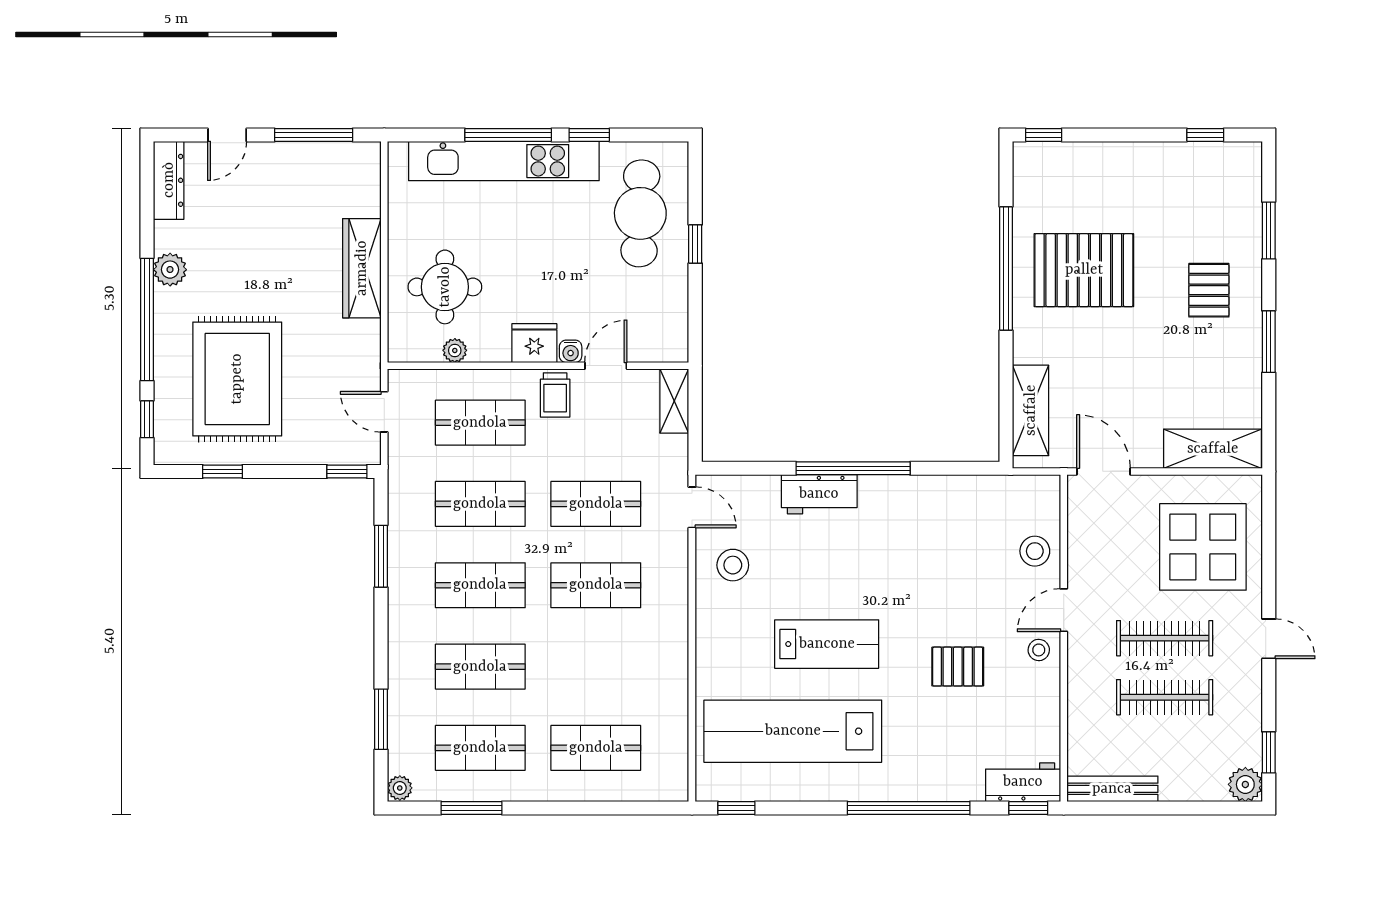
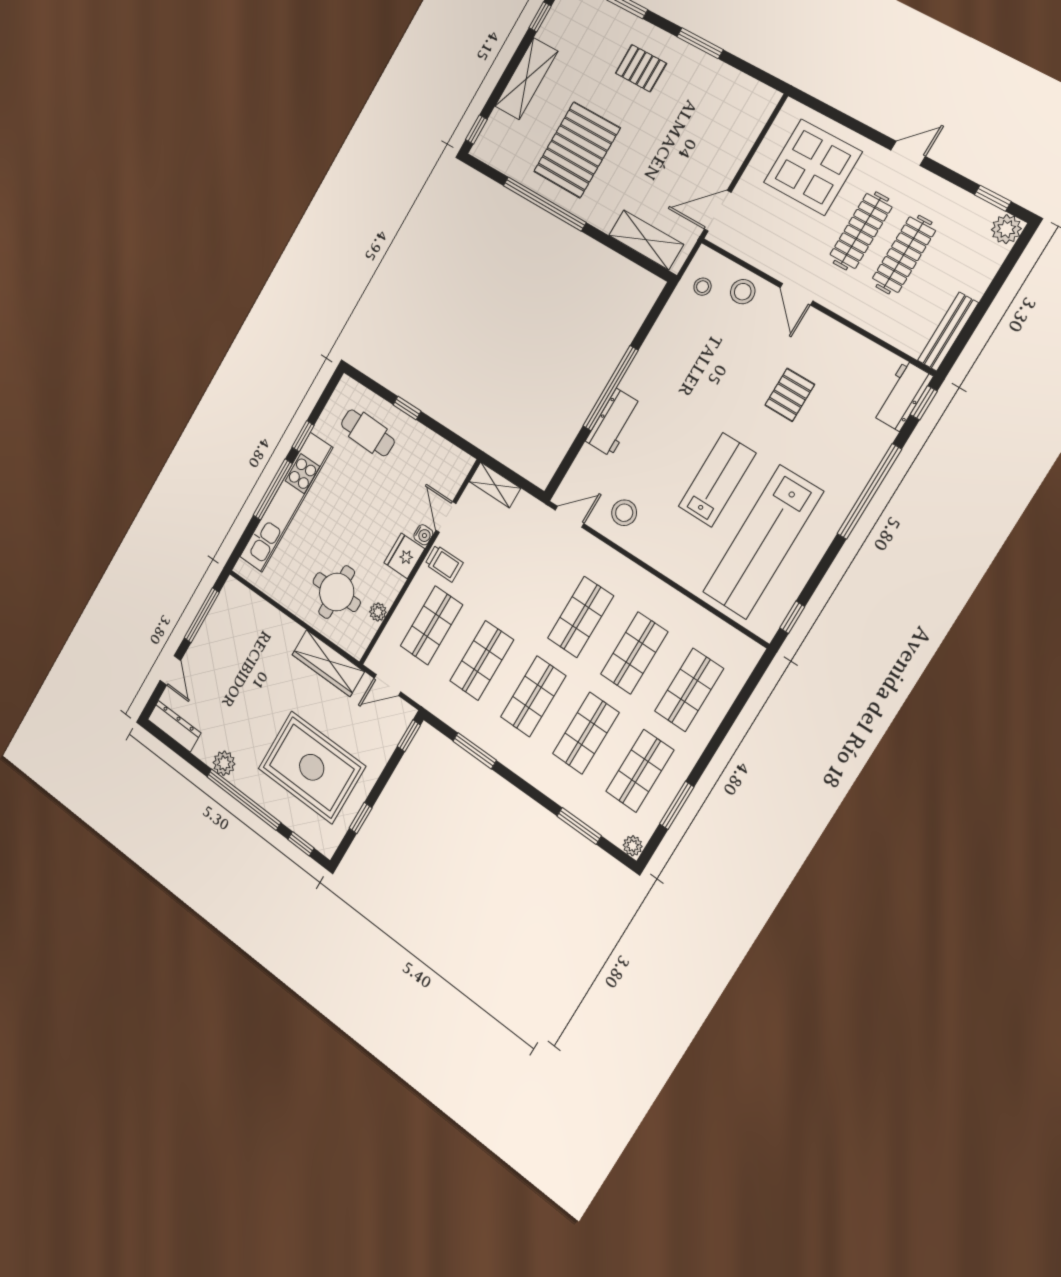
cafe table: (640, 213) -> (368, 433), width x0.73, depth x0.74
wardrobe: (362, 268) -> (328, 663), moved
shelving: (1213, 449) -> (526, 79), moved
shop shelf: (596, 504) -> (634, 653), moved
stool: (1039, 650) -> (703, 287), moved

